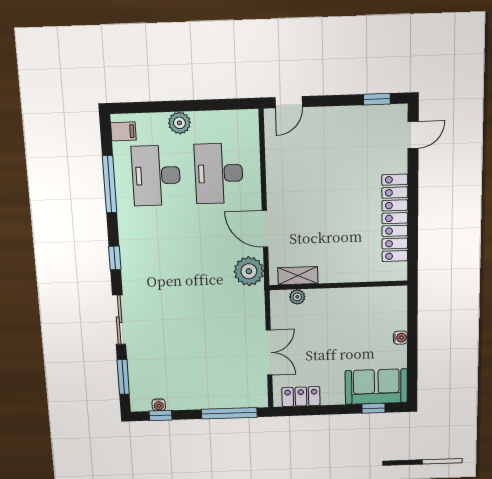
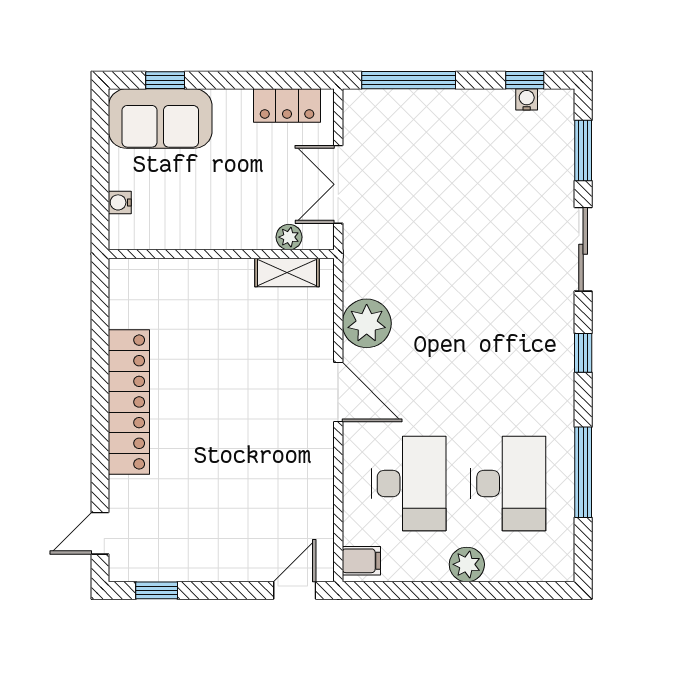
filing cabinet: (123, 131) -> (361, 561), moved, turned 180
shelving: (298, 276) -> (287, 272), moved
wall: (338, 285) -> (221, 254), moved
plant: (297, 297) -> (289, 237), moved

